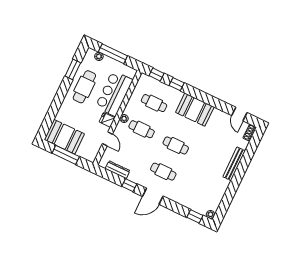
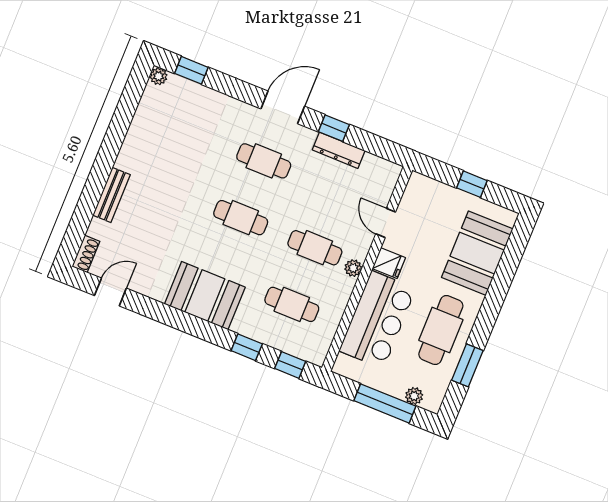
door: (239, 114) -> (110, 292), hinge flipped
booth: (64, 137) -> (477, 253), moved, turned 90
window: (66, 155) -> (472, 184), width x0.46
bench: (234, 164) -> (112, 195), width x0.73
dresser: (118, 170) -> (339, 150), moved

